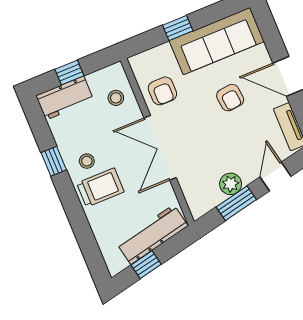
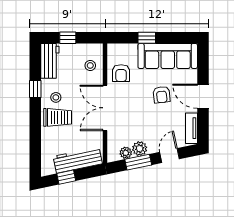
workbench: (65, 98) -> (50, 61), moved, turned -90
plant: (214, 198) -> (126, 153), added

